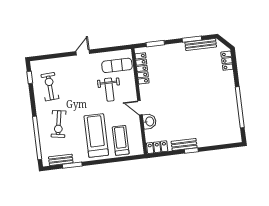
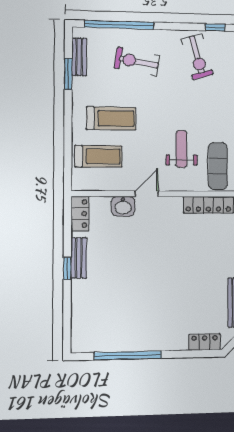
exercise bike: (50, 87) -> (197, 57), turned 77
weight bench: (109, 90) -> (181, 149), turned 90
treadmill: (96, 136) -> (111, 118), width x0.73, depth x0.73

